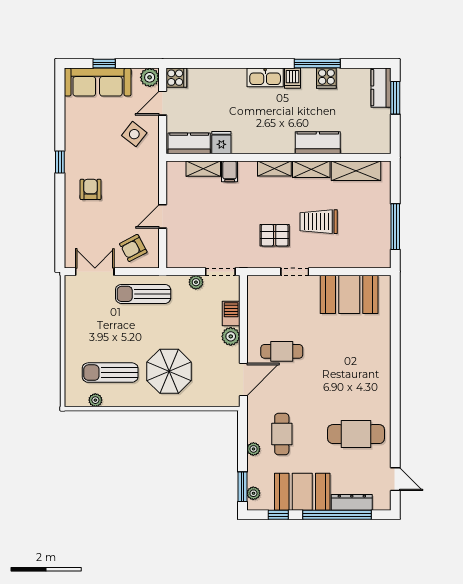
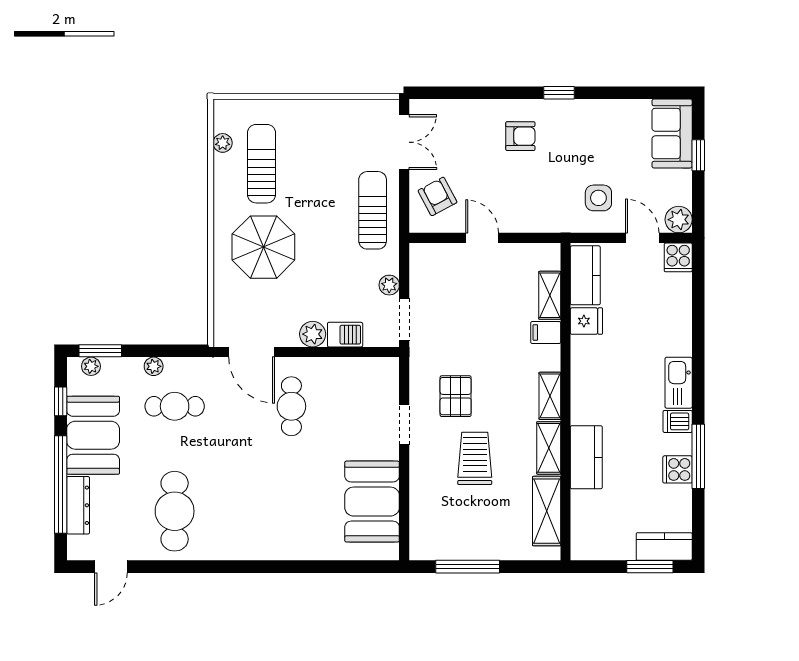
sofa: (98, 82) -> (672, 134), width x0.73
side table: (134, 134) -> (598, 198), turned -38

